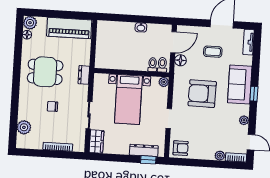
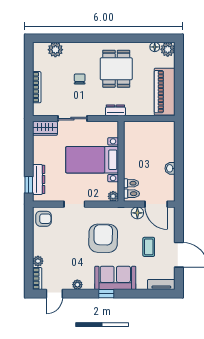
armchair: (181, 148) -> (43, 219), turned -90

